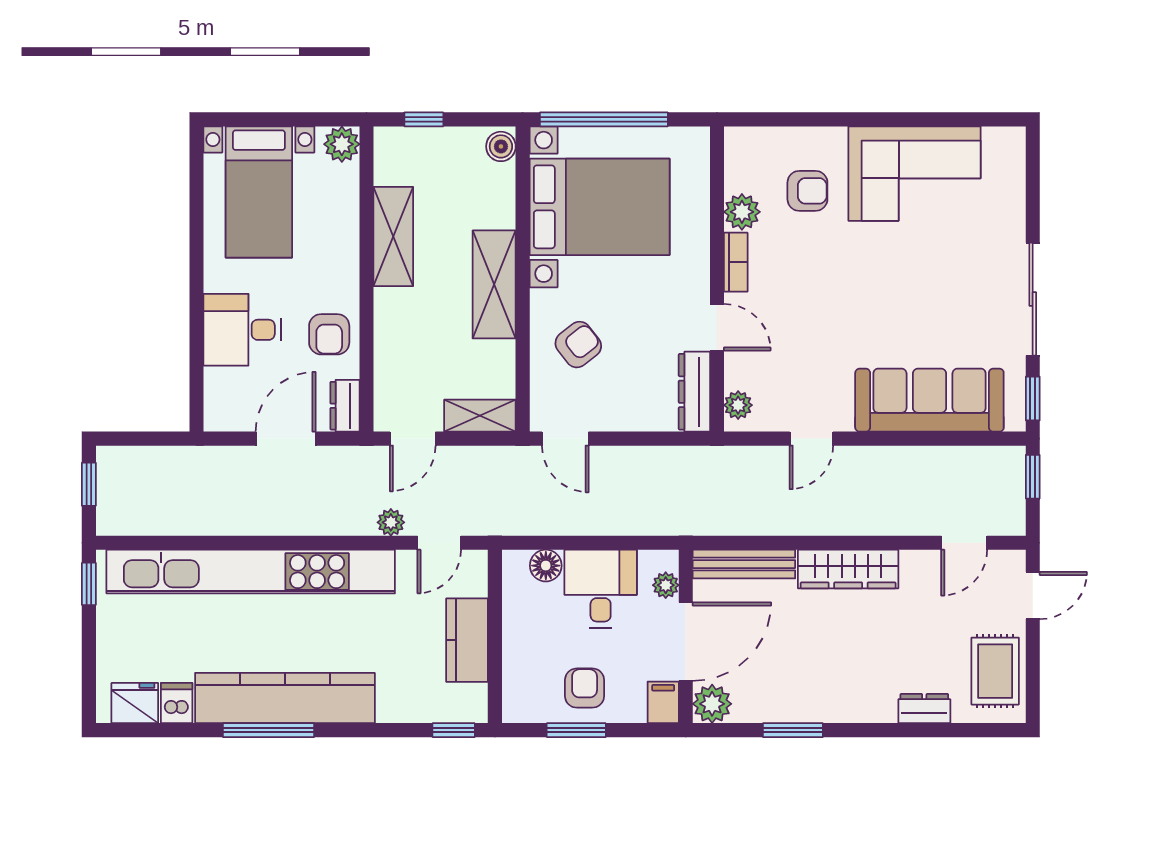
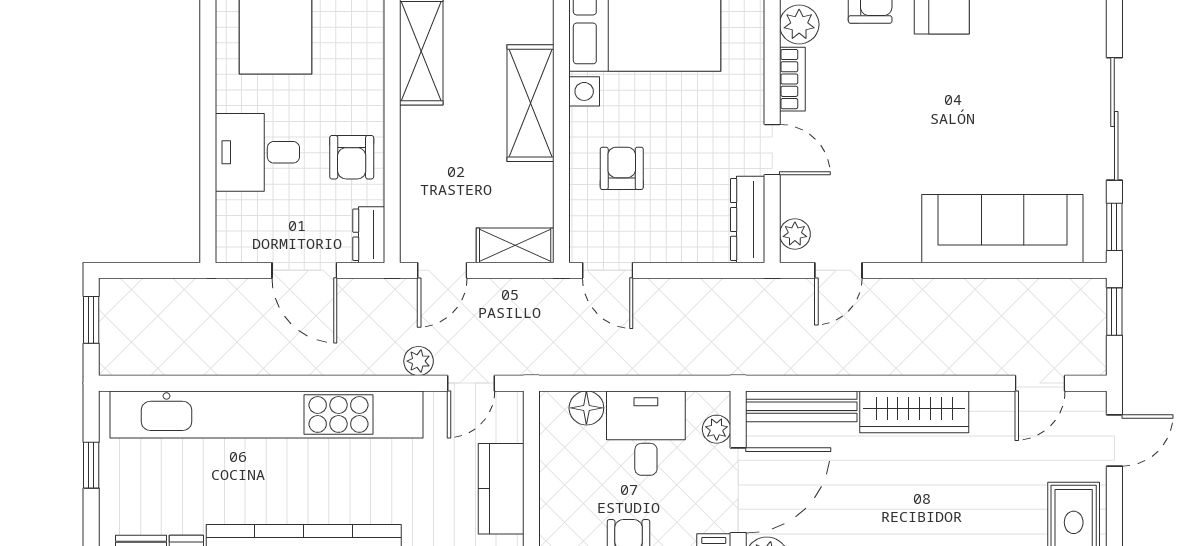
armchair: (578, 345) -> (622, 168), turned -52
door: (286, 439) -> (304, 270), swing flipped
door: (811, 439) -> (838, 270), moved
window: (89, 584) -> (91, 465), moved

